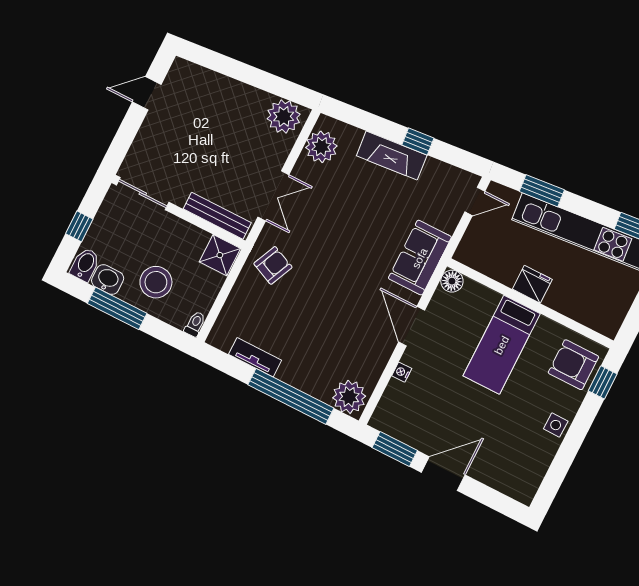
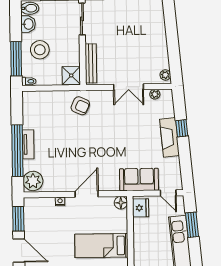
plant: (284, 116) -> (165, 75), width x0.53, depth x0.53
window: (418, 142) -> (182, 128), moved
plant: (321, 147) -> (155, 94), width x0.53, depth x0.53
double door: (273, 196) -> (128, 87), moved
sofa: (420, 258) -> (139, 180), moved
fridge: (532, 284) -> (141, 208), moved
window: (117, 308) -> (16, 59), moved
tv unit: (255, 357) -> (28, 144), moved

